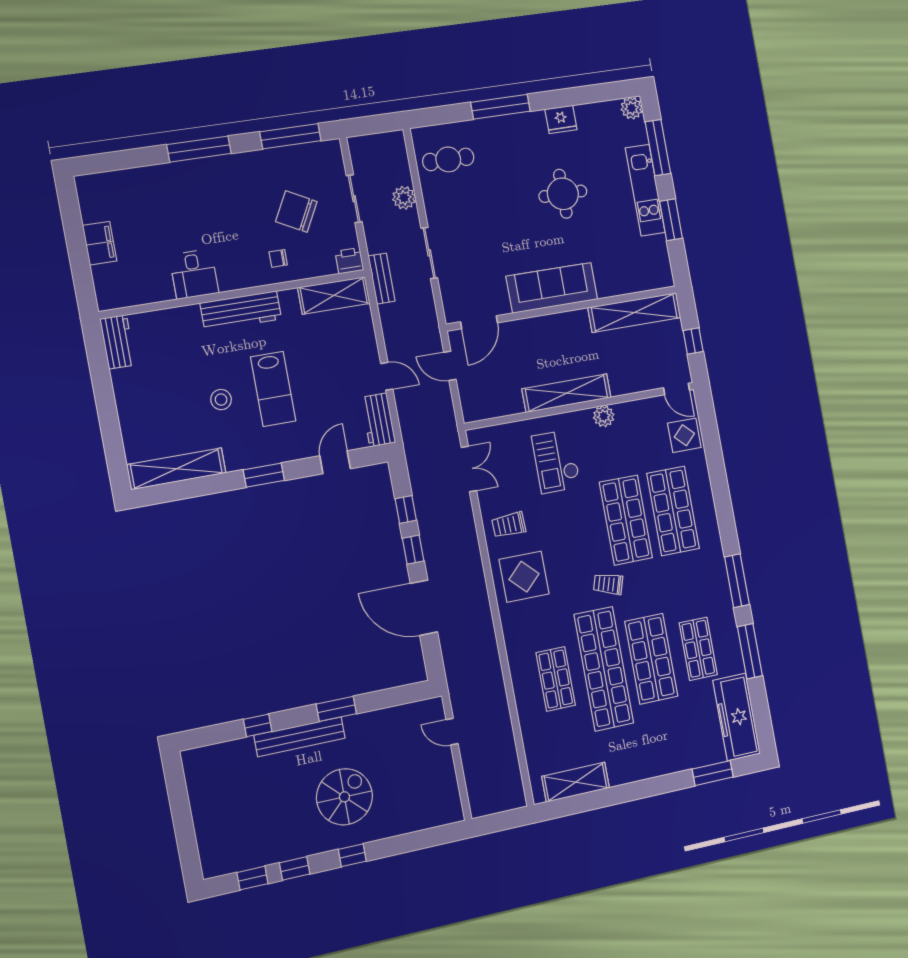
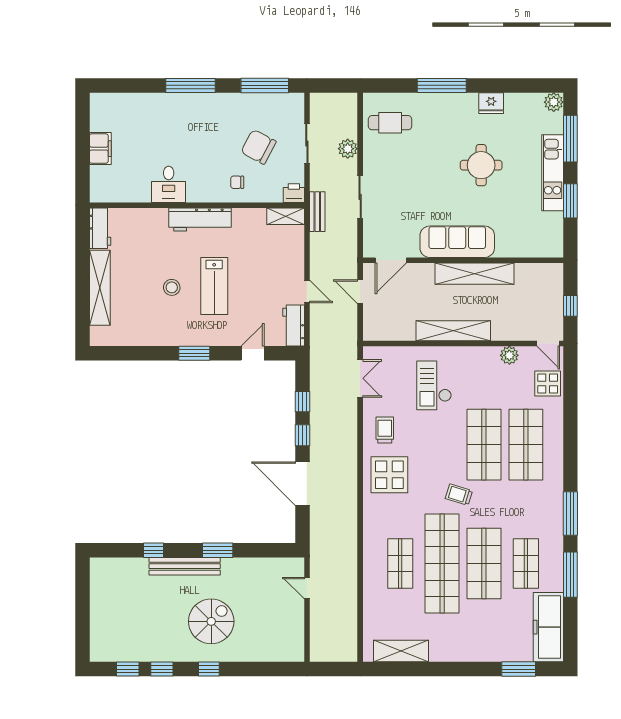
shelving: (334, 295) -> (286, 216), width x0.67, depth x0.75
shelving: (634, 312) -> (474, 274), moved
plant: (604, 416) -> (509, 355), moved
shelving: (176, 469) -> (100, 288), moved, turned 90
trolley: (509, 525) -> (385, 430), turned 92

